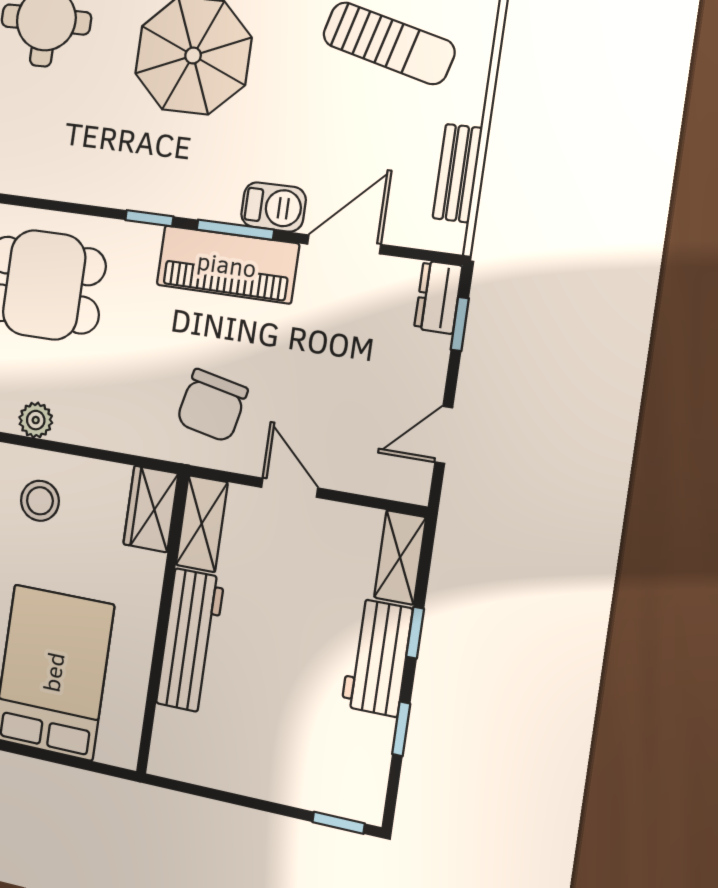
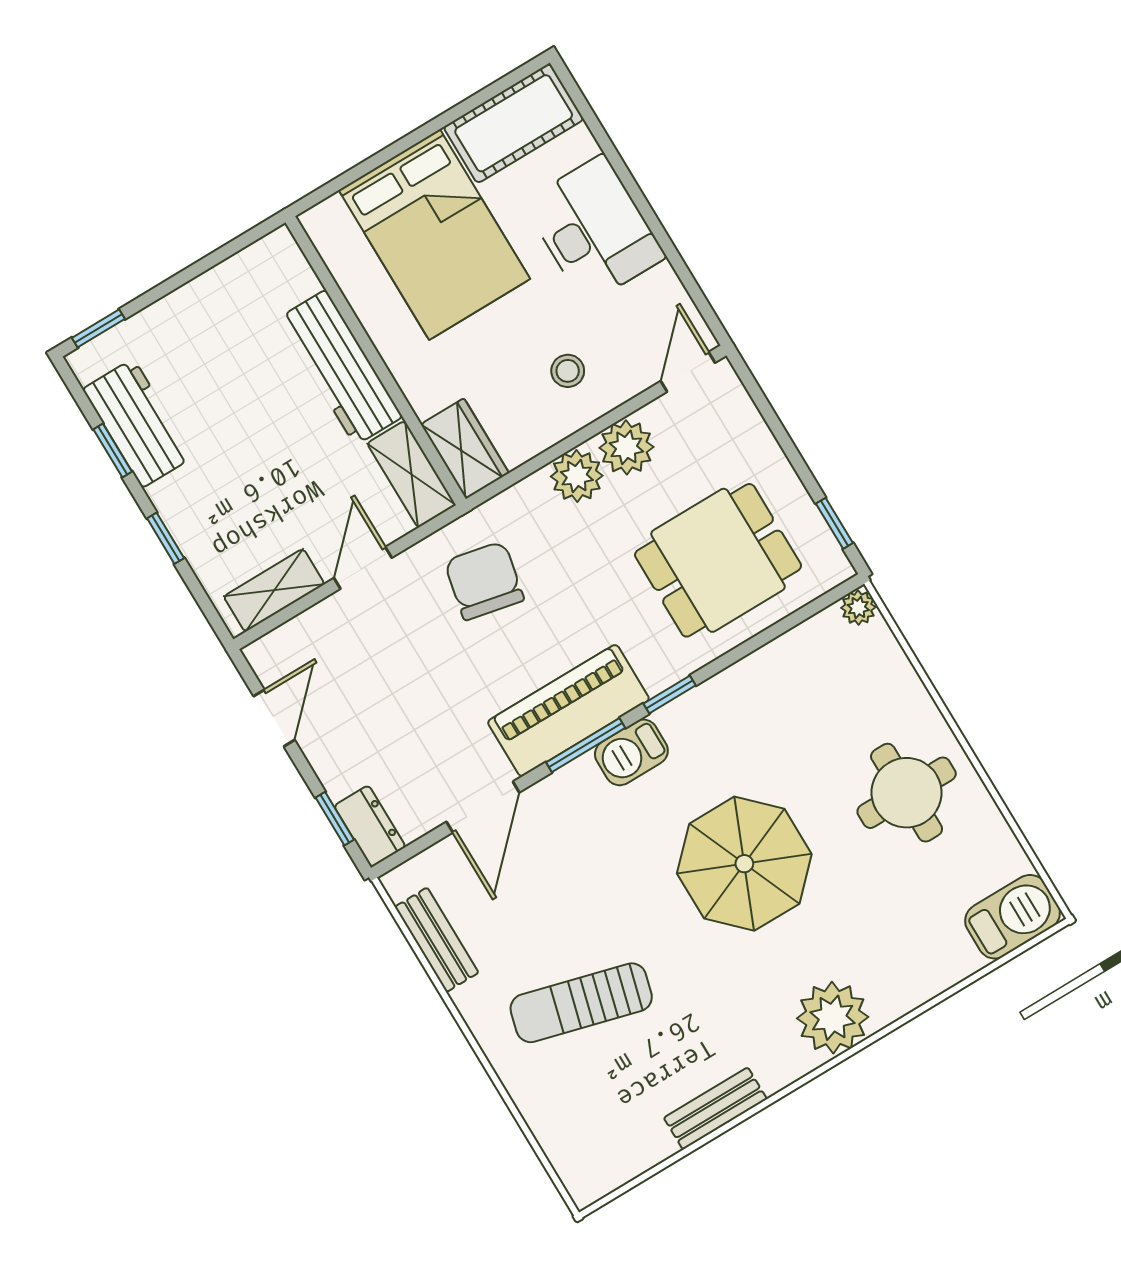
barbecue: (273, 207) -> (631, 752), moved
plant: (36, 420) -> (626, 447), width x1.38, depth x1.38
plant: (91, 424) -> (577, 476), added
door: (290, 488) -> (363, 568), swing flipped
stool: (40, 501) -> (568, 371), width x0.73, depth x0.73
shelving: (400, 557) -> (274, 590), moved, turned 90
workbench: (377, 657) -> (138, 423), moved

